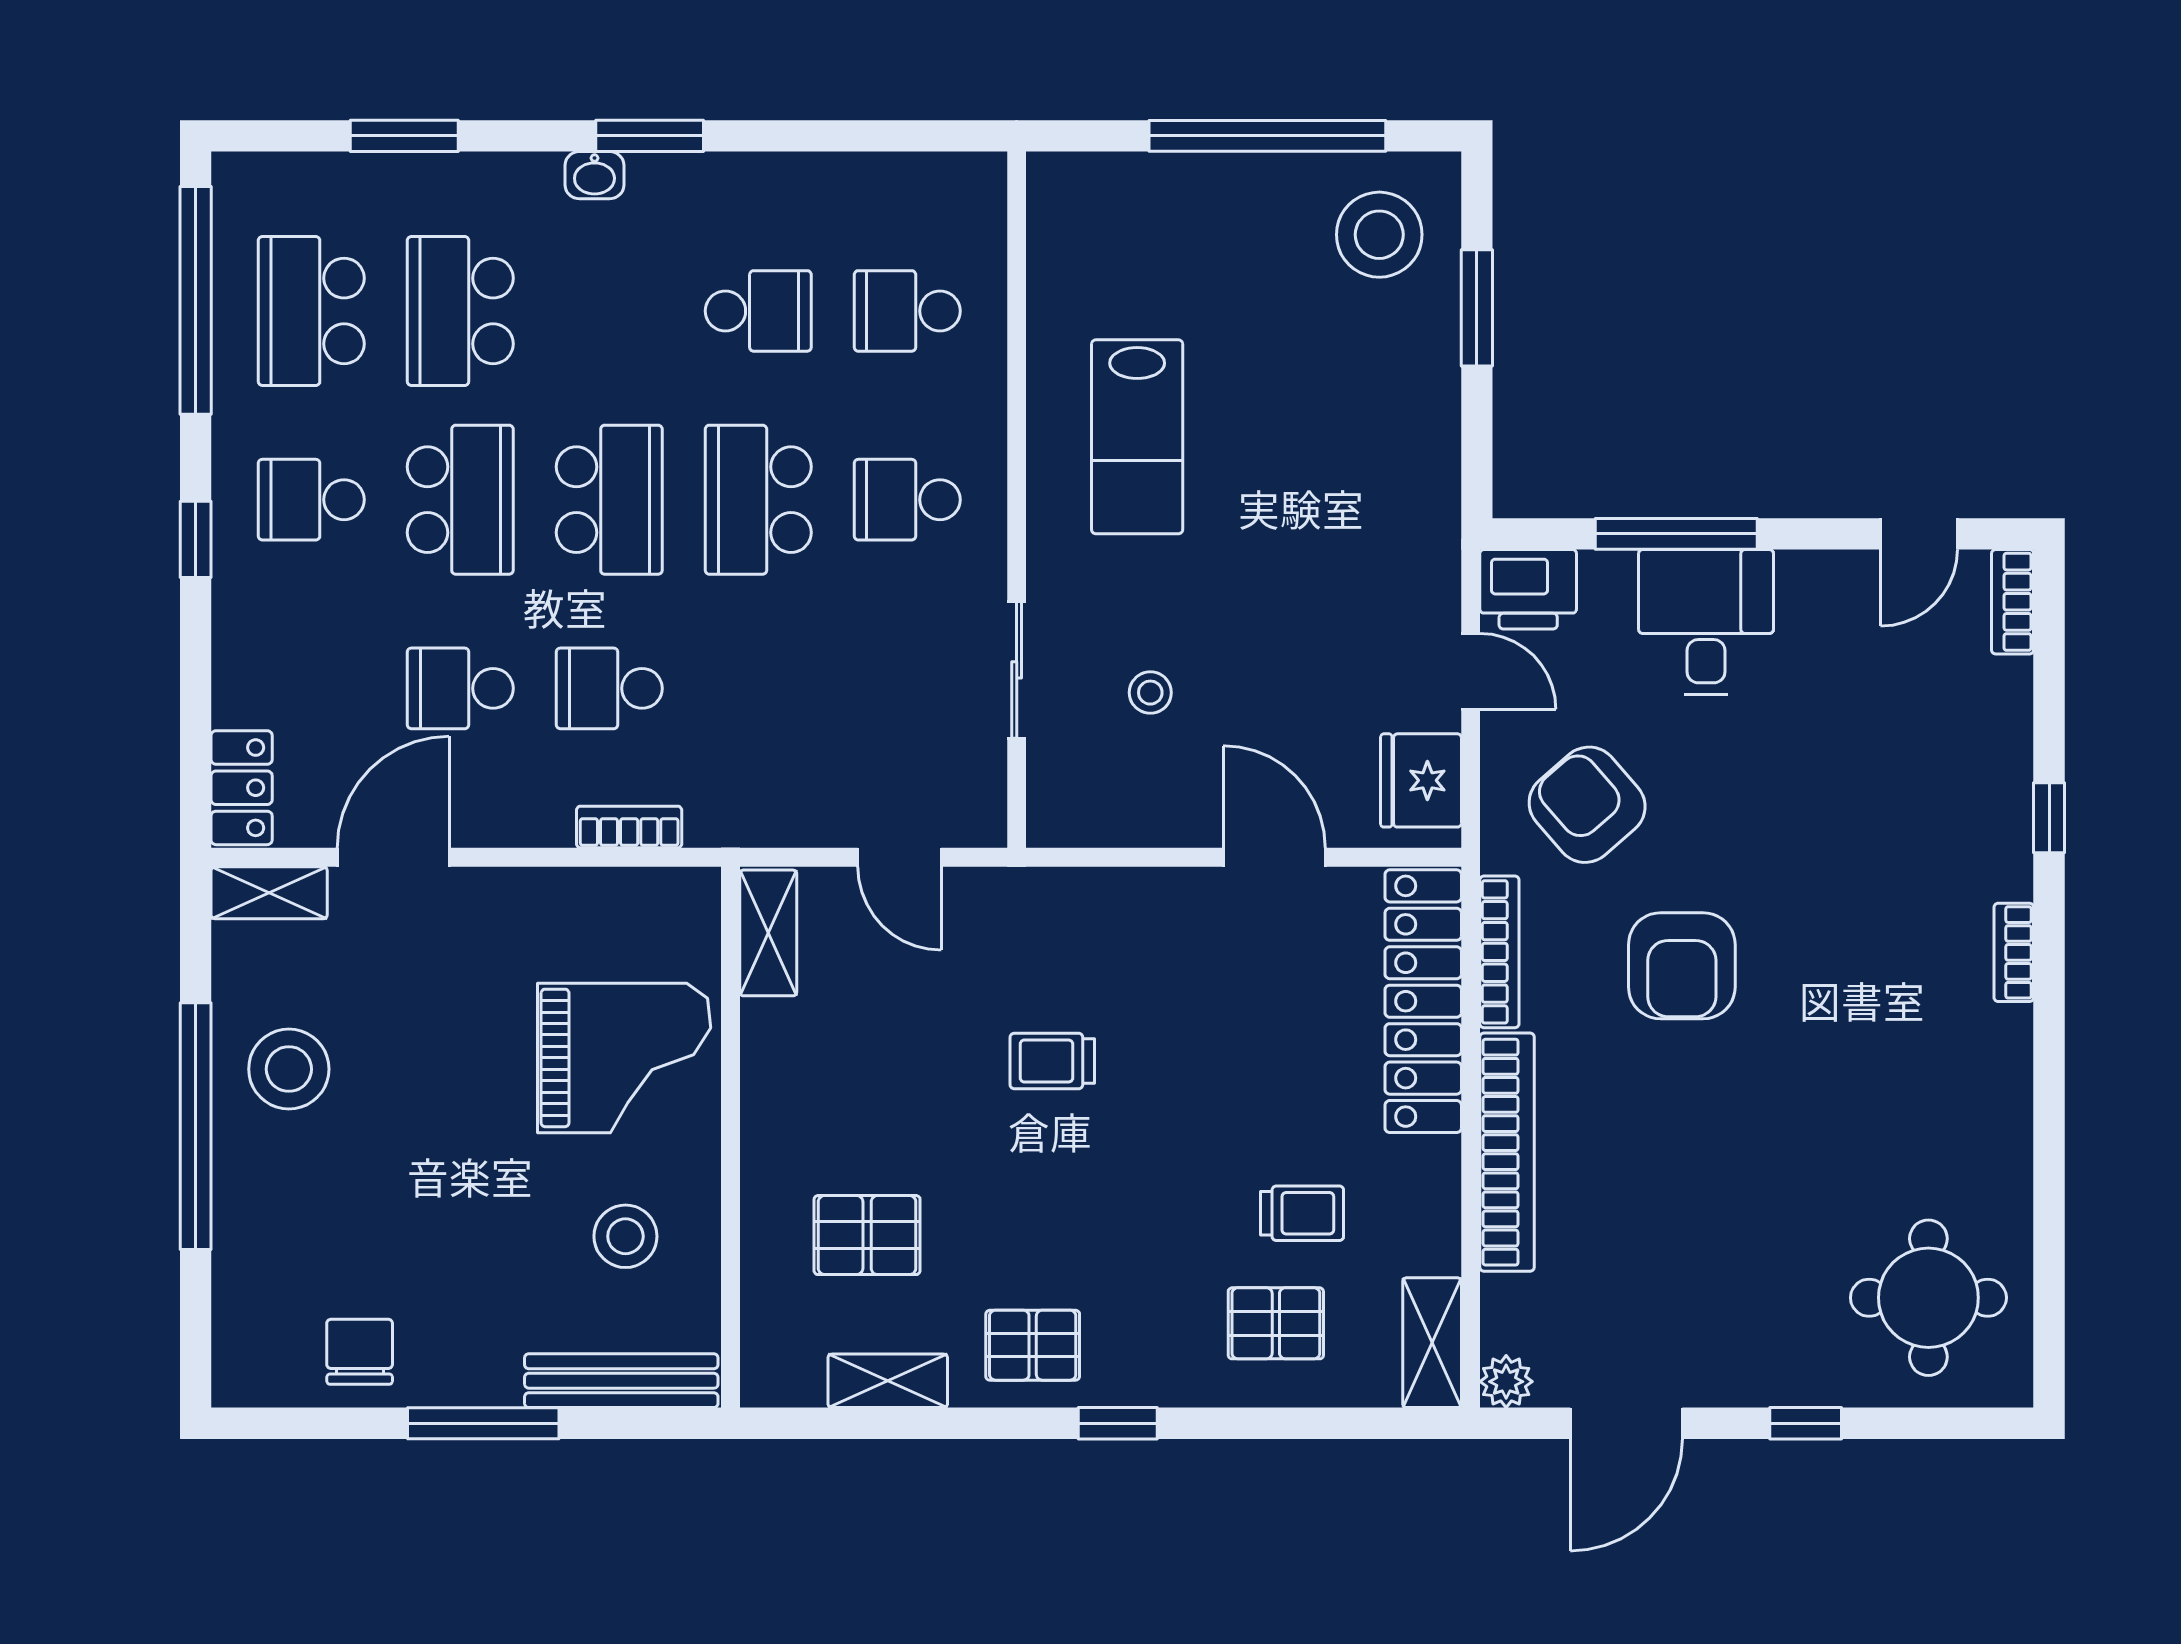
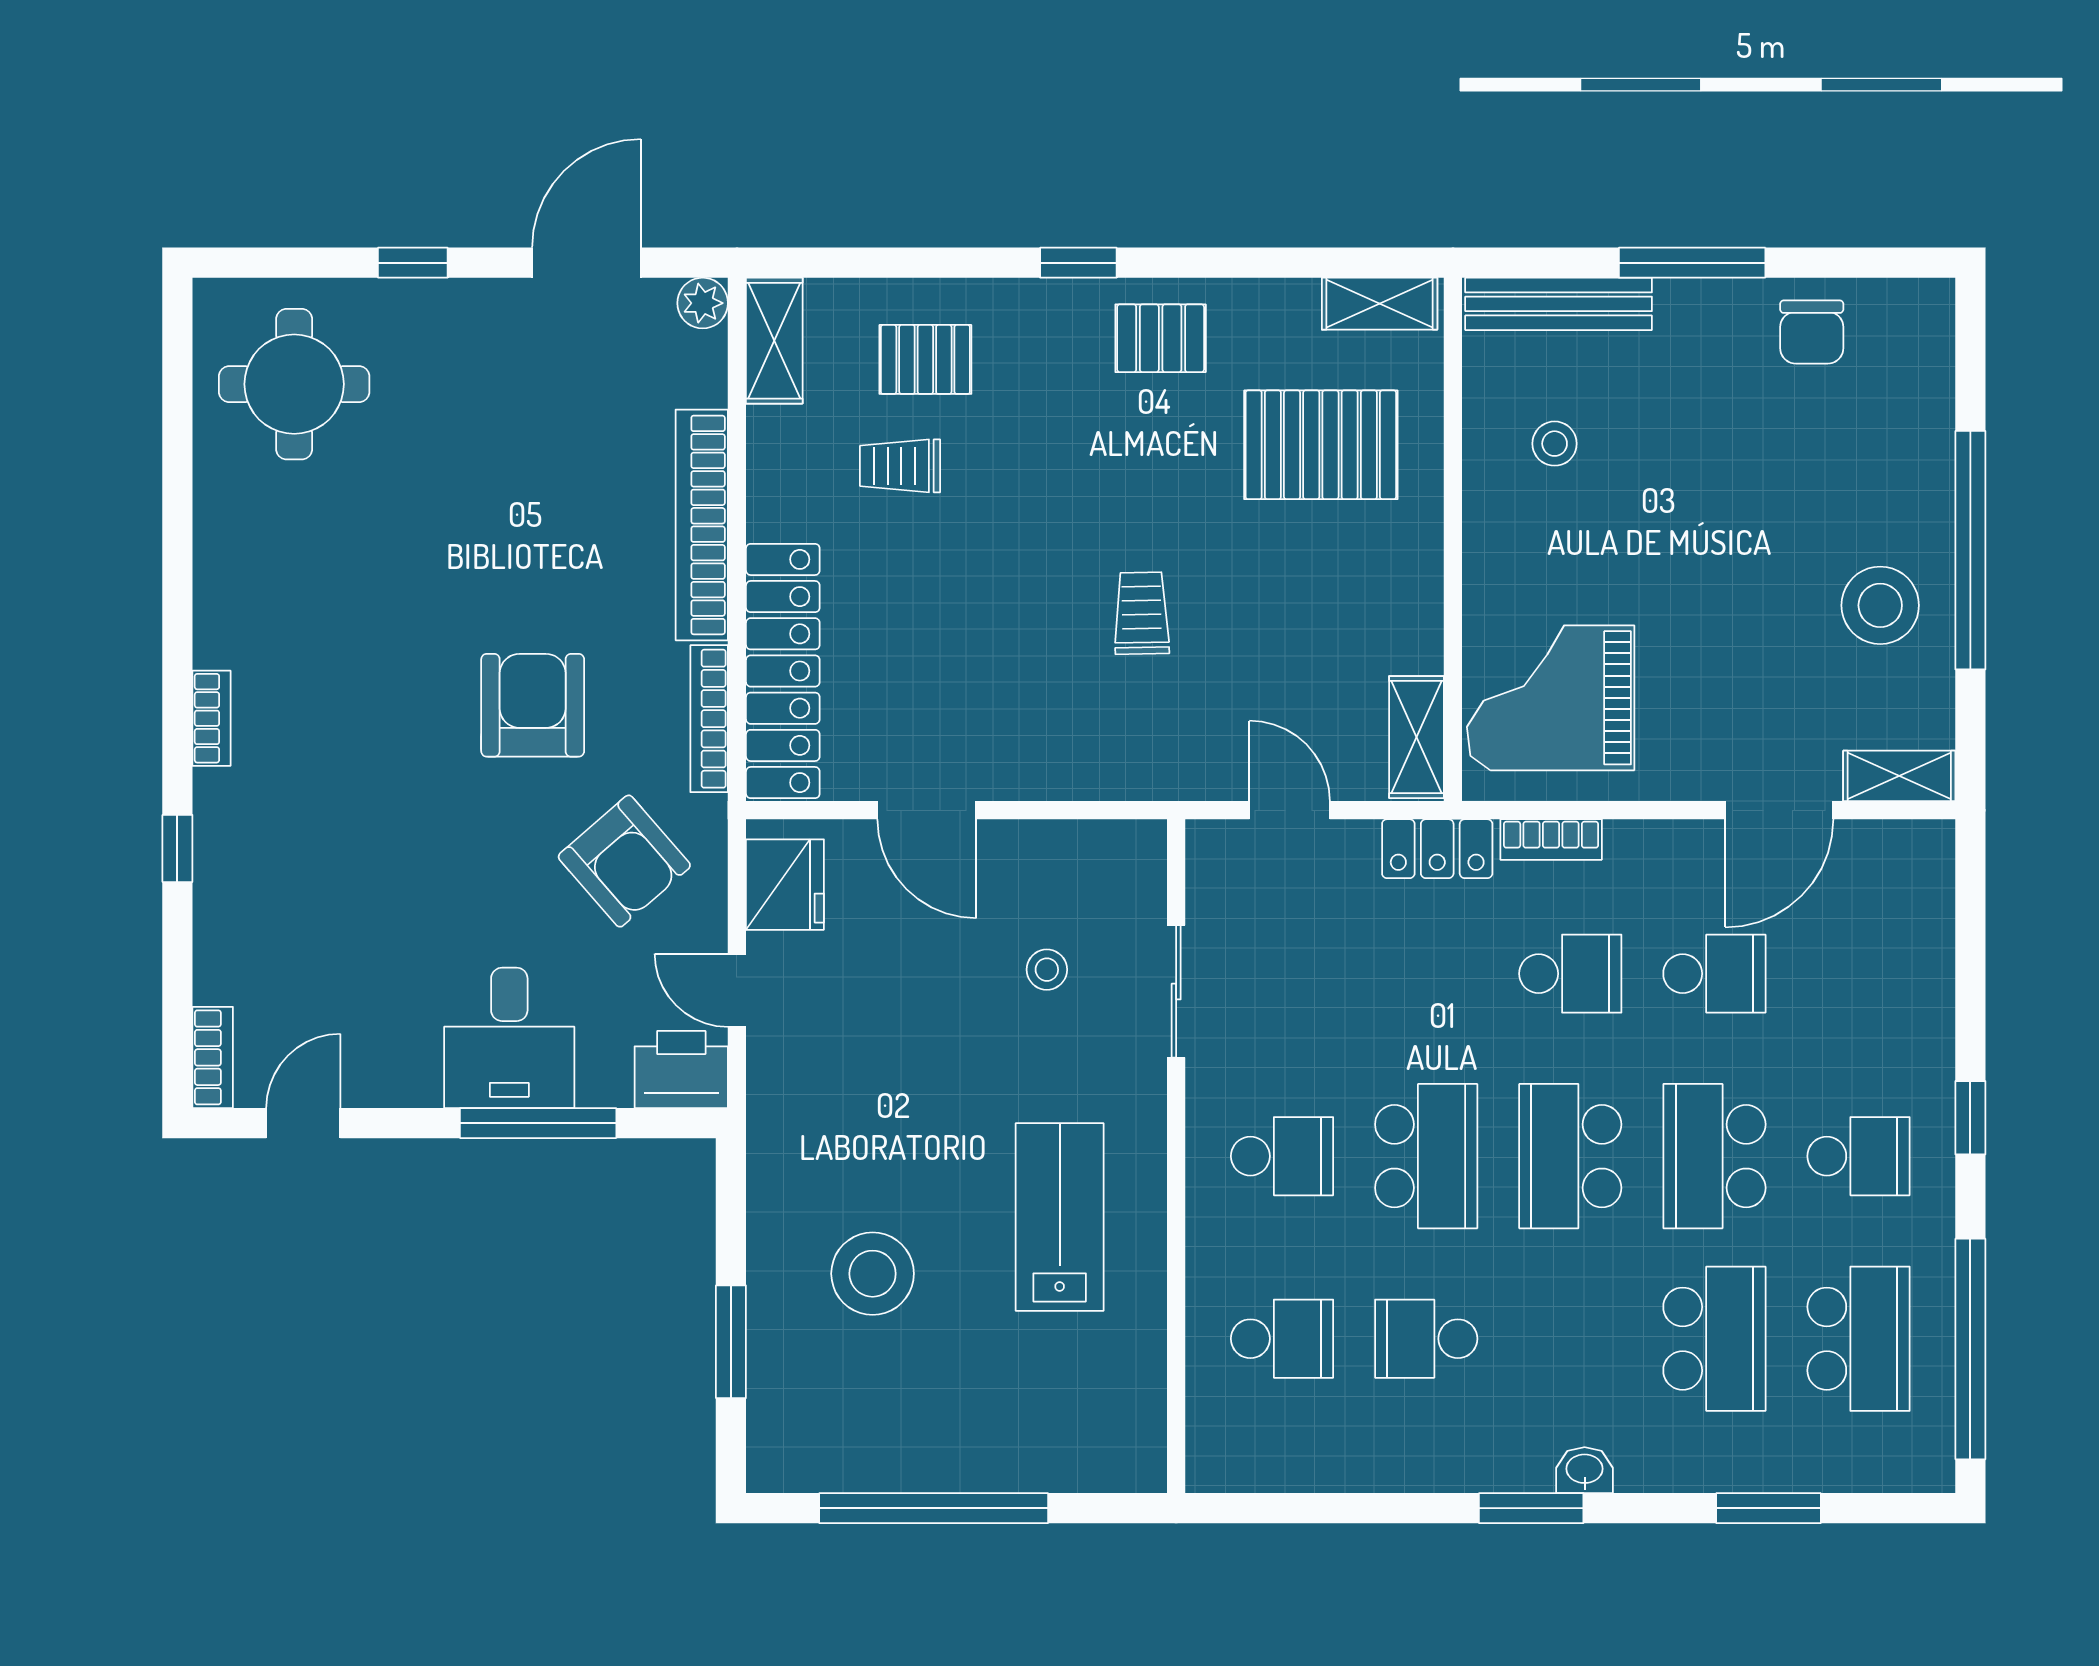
stool: (1379, 235) -> (873, 1274), moved
locker: (242, 788) -> (1437, 849), moved, turned -90
grand piano: (624, 1058) -> (1551, 698), moved
trolley: (1052, 1061) -> (1142, 613), turned -91
pallet: (867, 1235) -> (1321, 445), width x1.50, depth x1.42
stool: (625, 1236) -> (1555, 444), width x0.73, depth x0.73
shelving: (888, 1381) -> (1380, 304), moved

